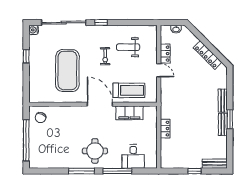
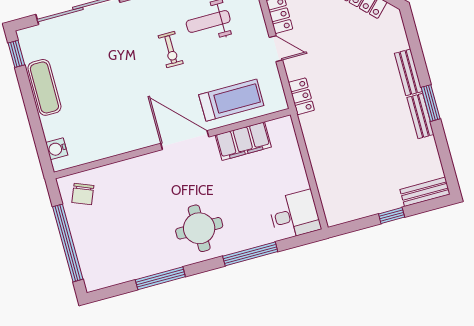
water cooler: (34, 30) -> (57, 149), moved
window: (26, 56) -> (16, 54), moved
exercise mat: (67, 71) -> (44, 87), moved, width x0.50, depth x0.69
locker: (165, 129) -> (301, 96), moved
desk: (133, 156) -> (294, 215), moved, turned -90
window: (82, 171) -> (160, 278), moved

